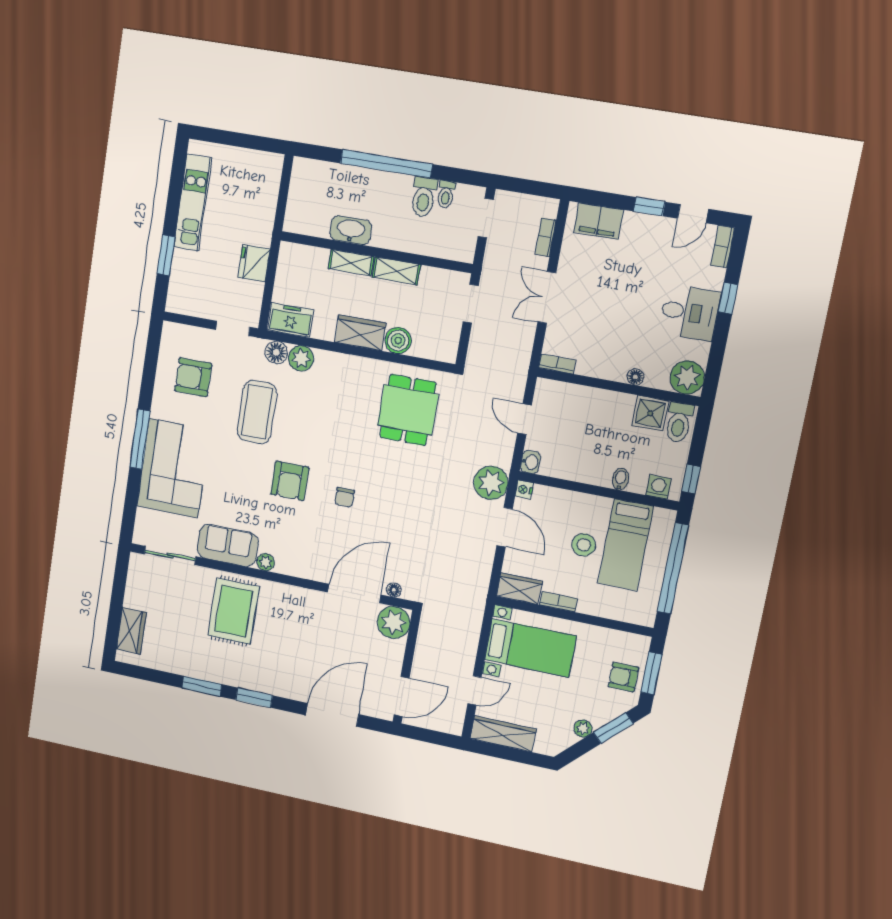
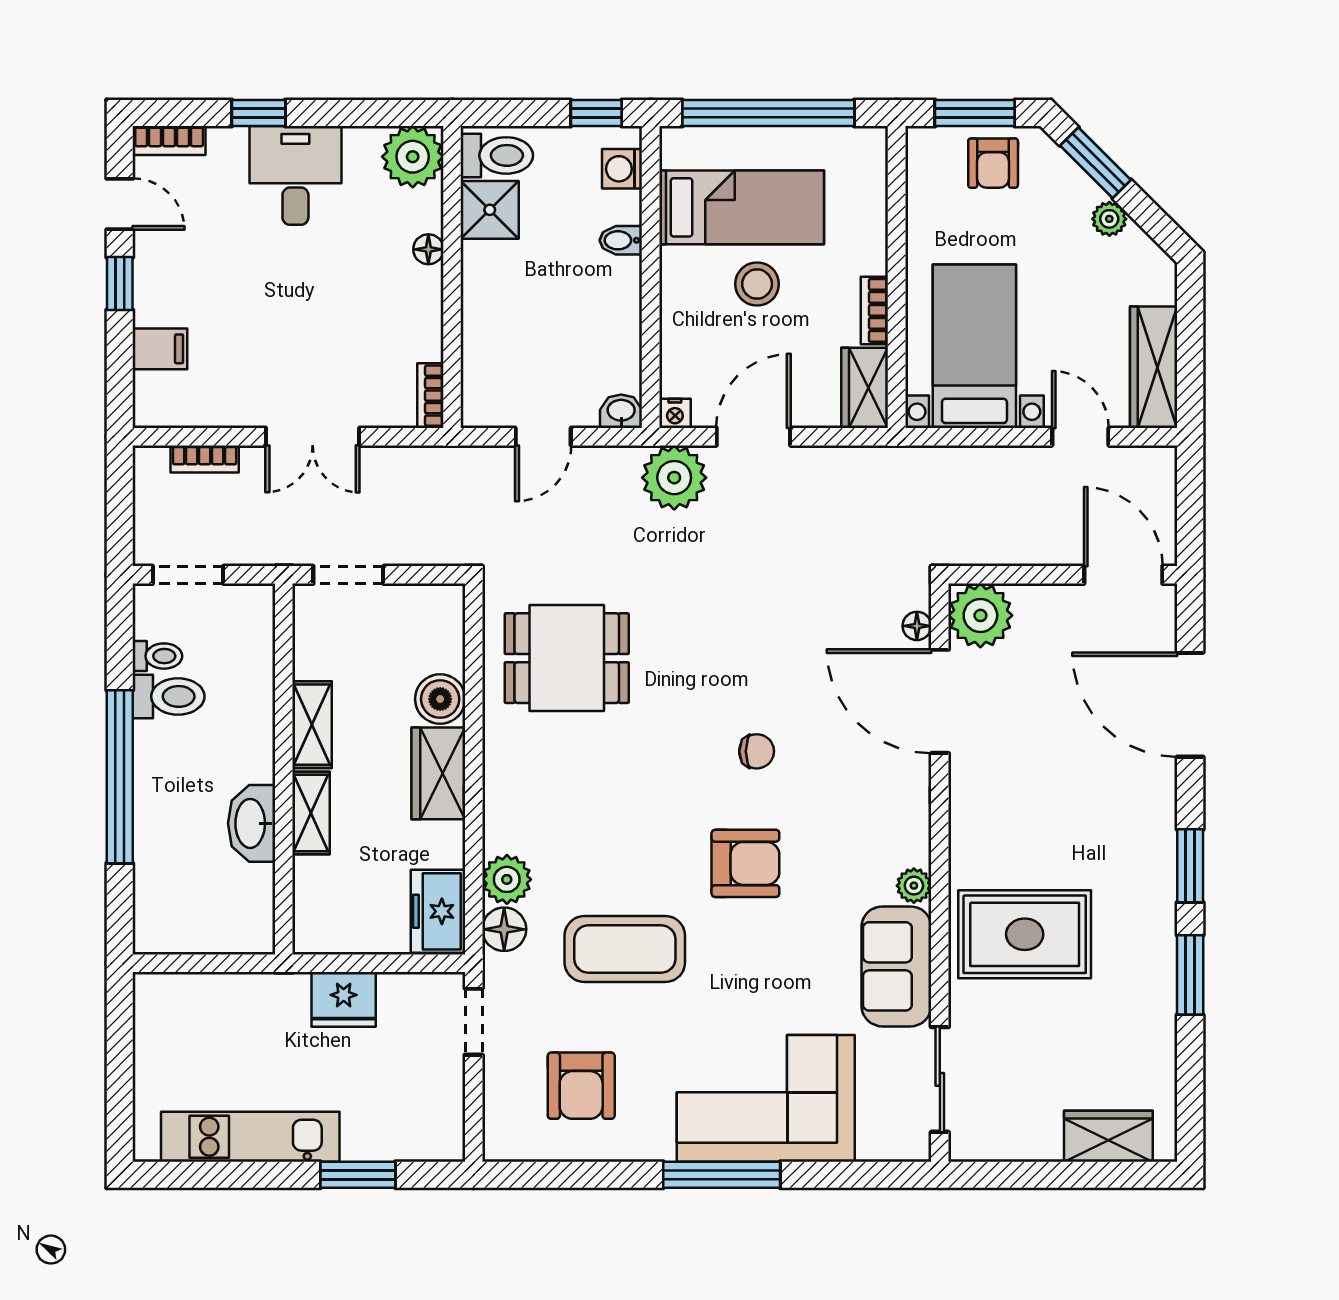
filing cabinet: (598, 221) -> (160, 349), width x0.50

